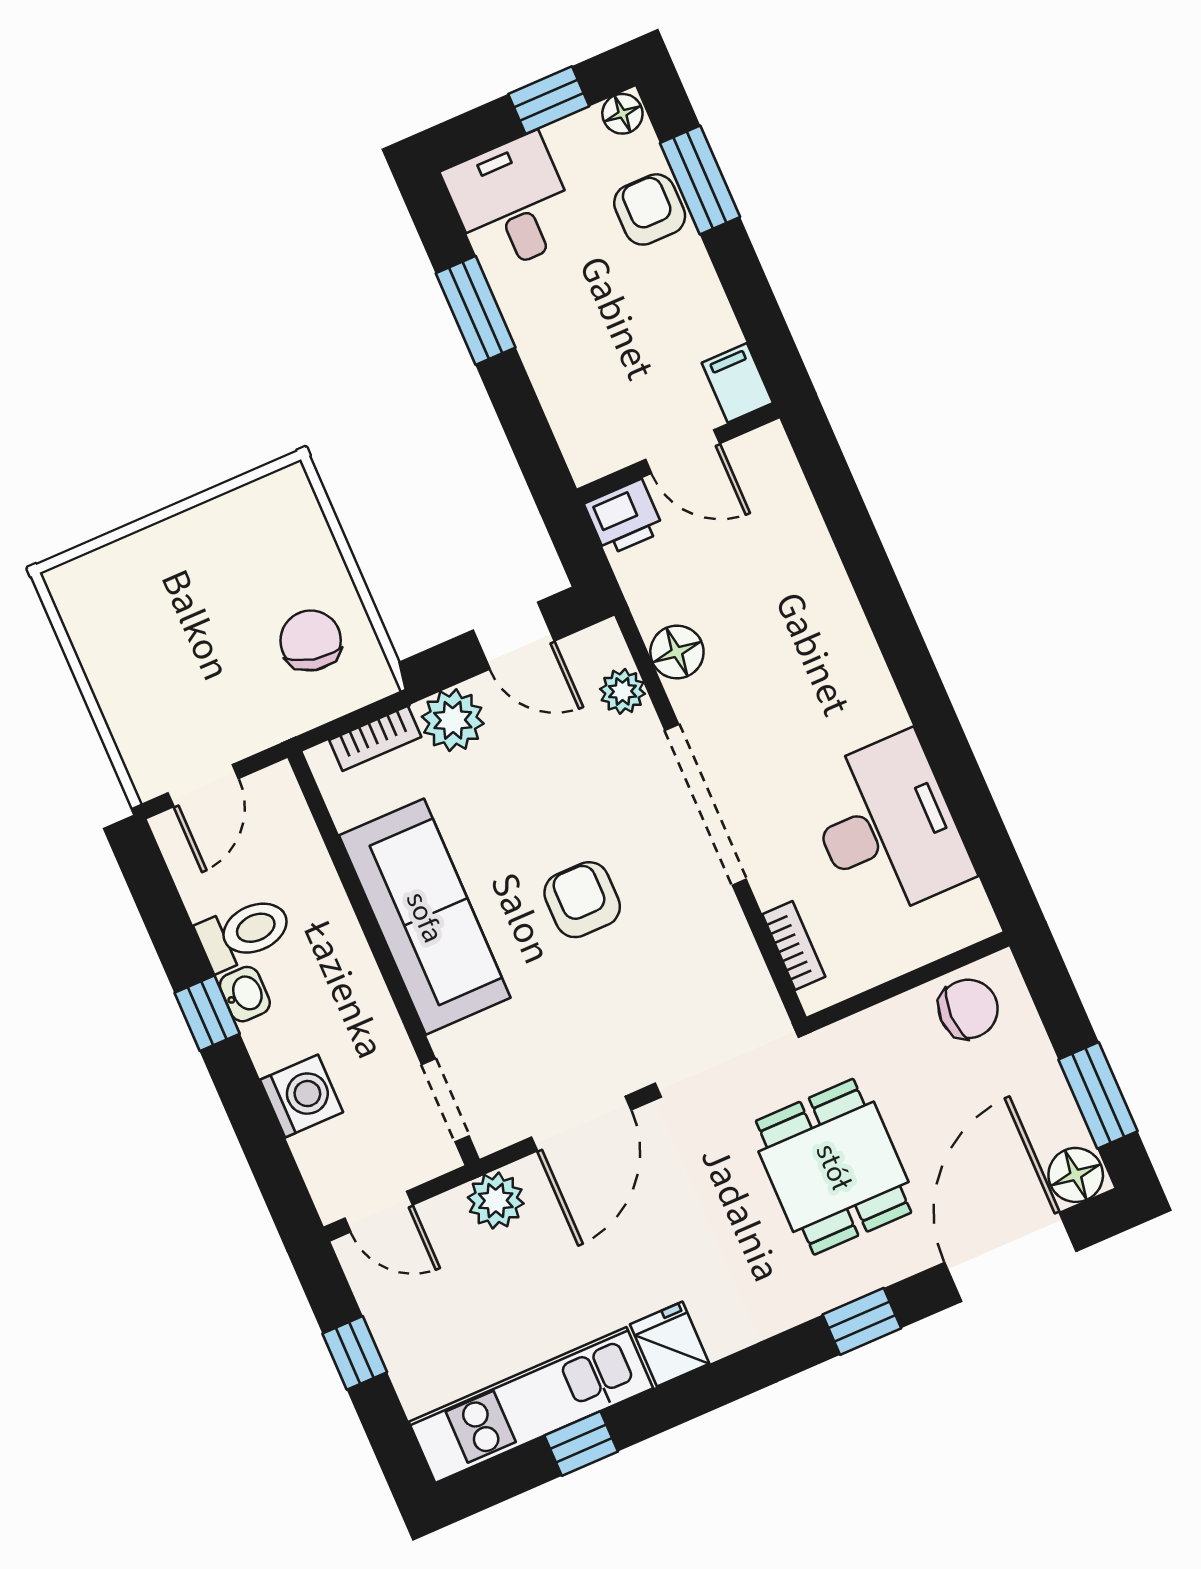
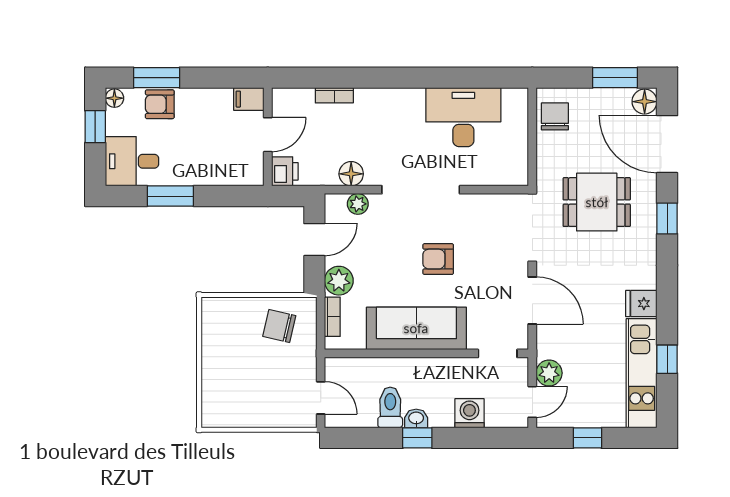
bookcase: (794, 946) -> (334, 95), moved, turned 180
plant: (496, 1201) -> (549, 373), moved

